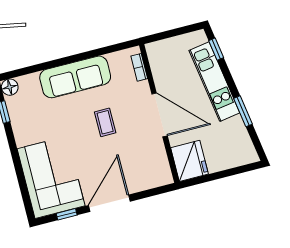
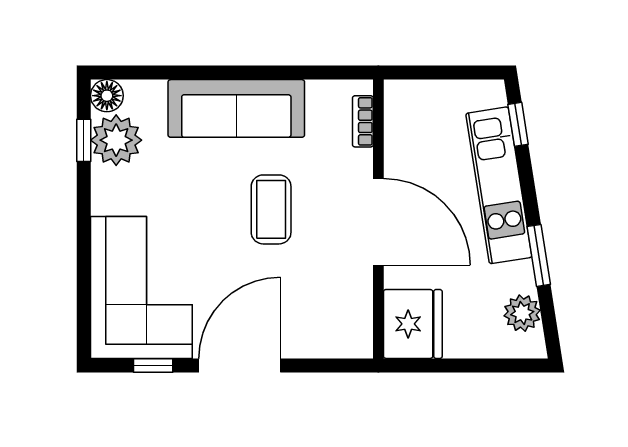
plant: (20, 108) -> (116, 140), added
coffee table: (105, 122) -> (271, 209), width x1.36, depth x1.30
plant: (242, 142) -> (522, 313), added

